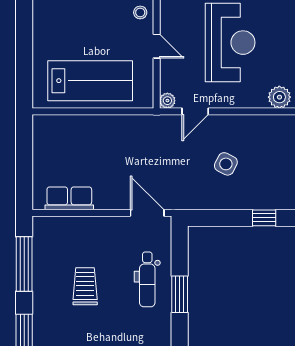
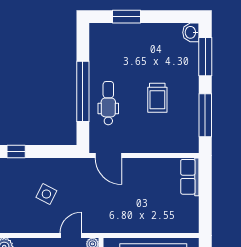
row of seats: (69, 198) -> (190, 177), moved, turned 90
window: (180, 294) -> (83, 91), width x2.11

